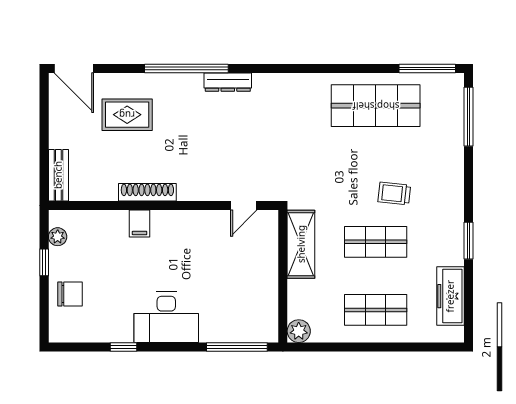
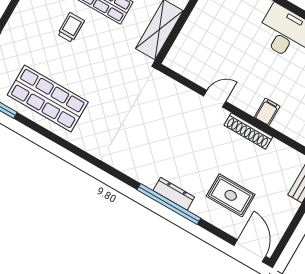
dresser: (228, 82) -> (174, 194), moved
trolley: (394, 193) -> (71, 27), turned -96
door: (244, 206) -> (215, 99), moved

